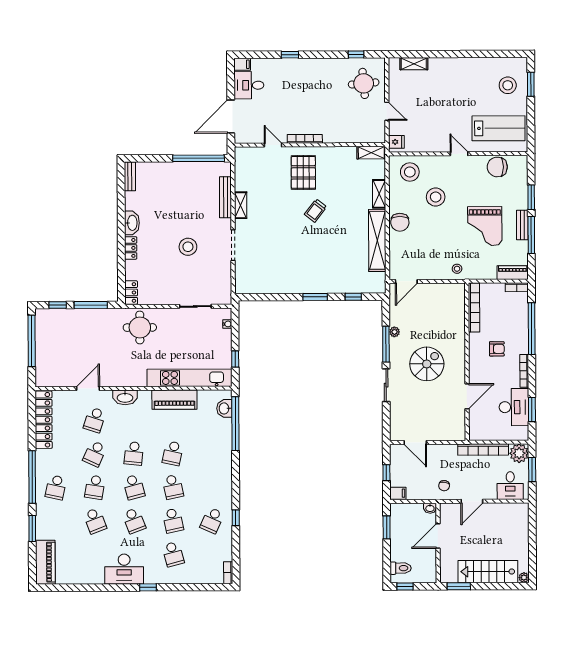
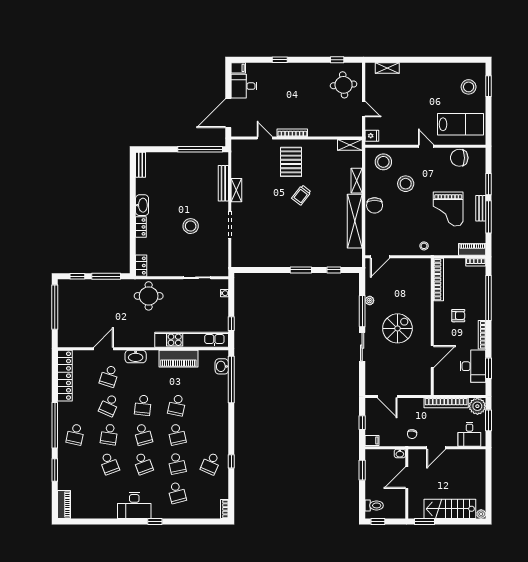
piano: (45, 562) -> (64, 504), width x0.73, depth x0.75

